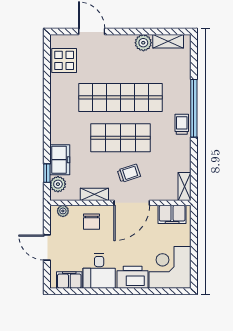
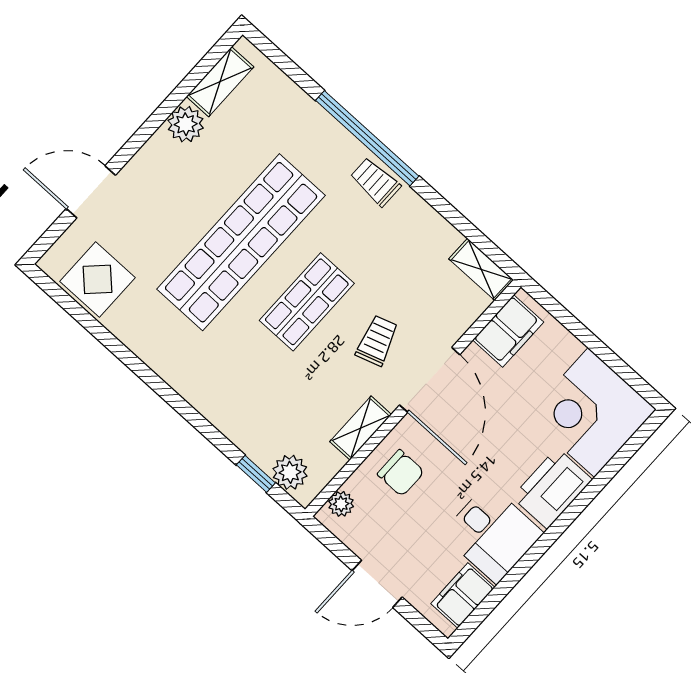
shop shelf: (120, 138) -> (307, 302), width x0.70, depth x0.74
freezer: (60, 160) -> (253, 433), removed

